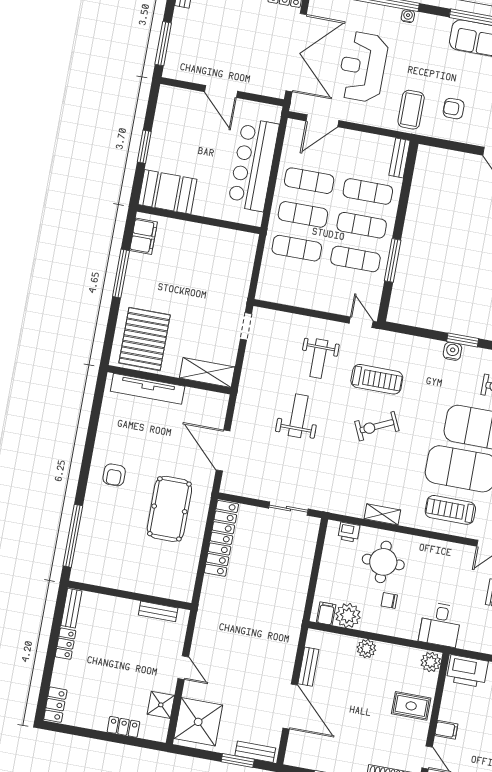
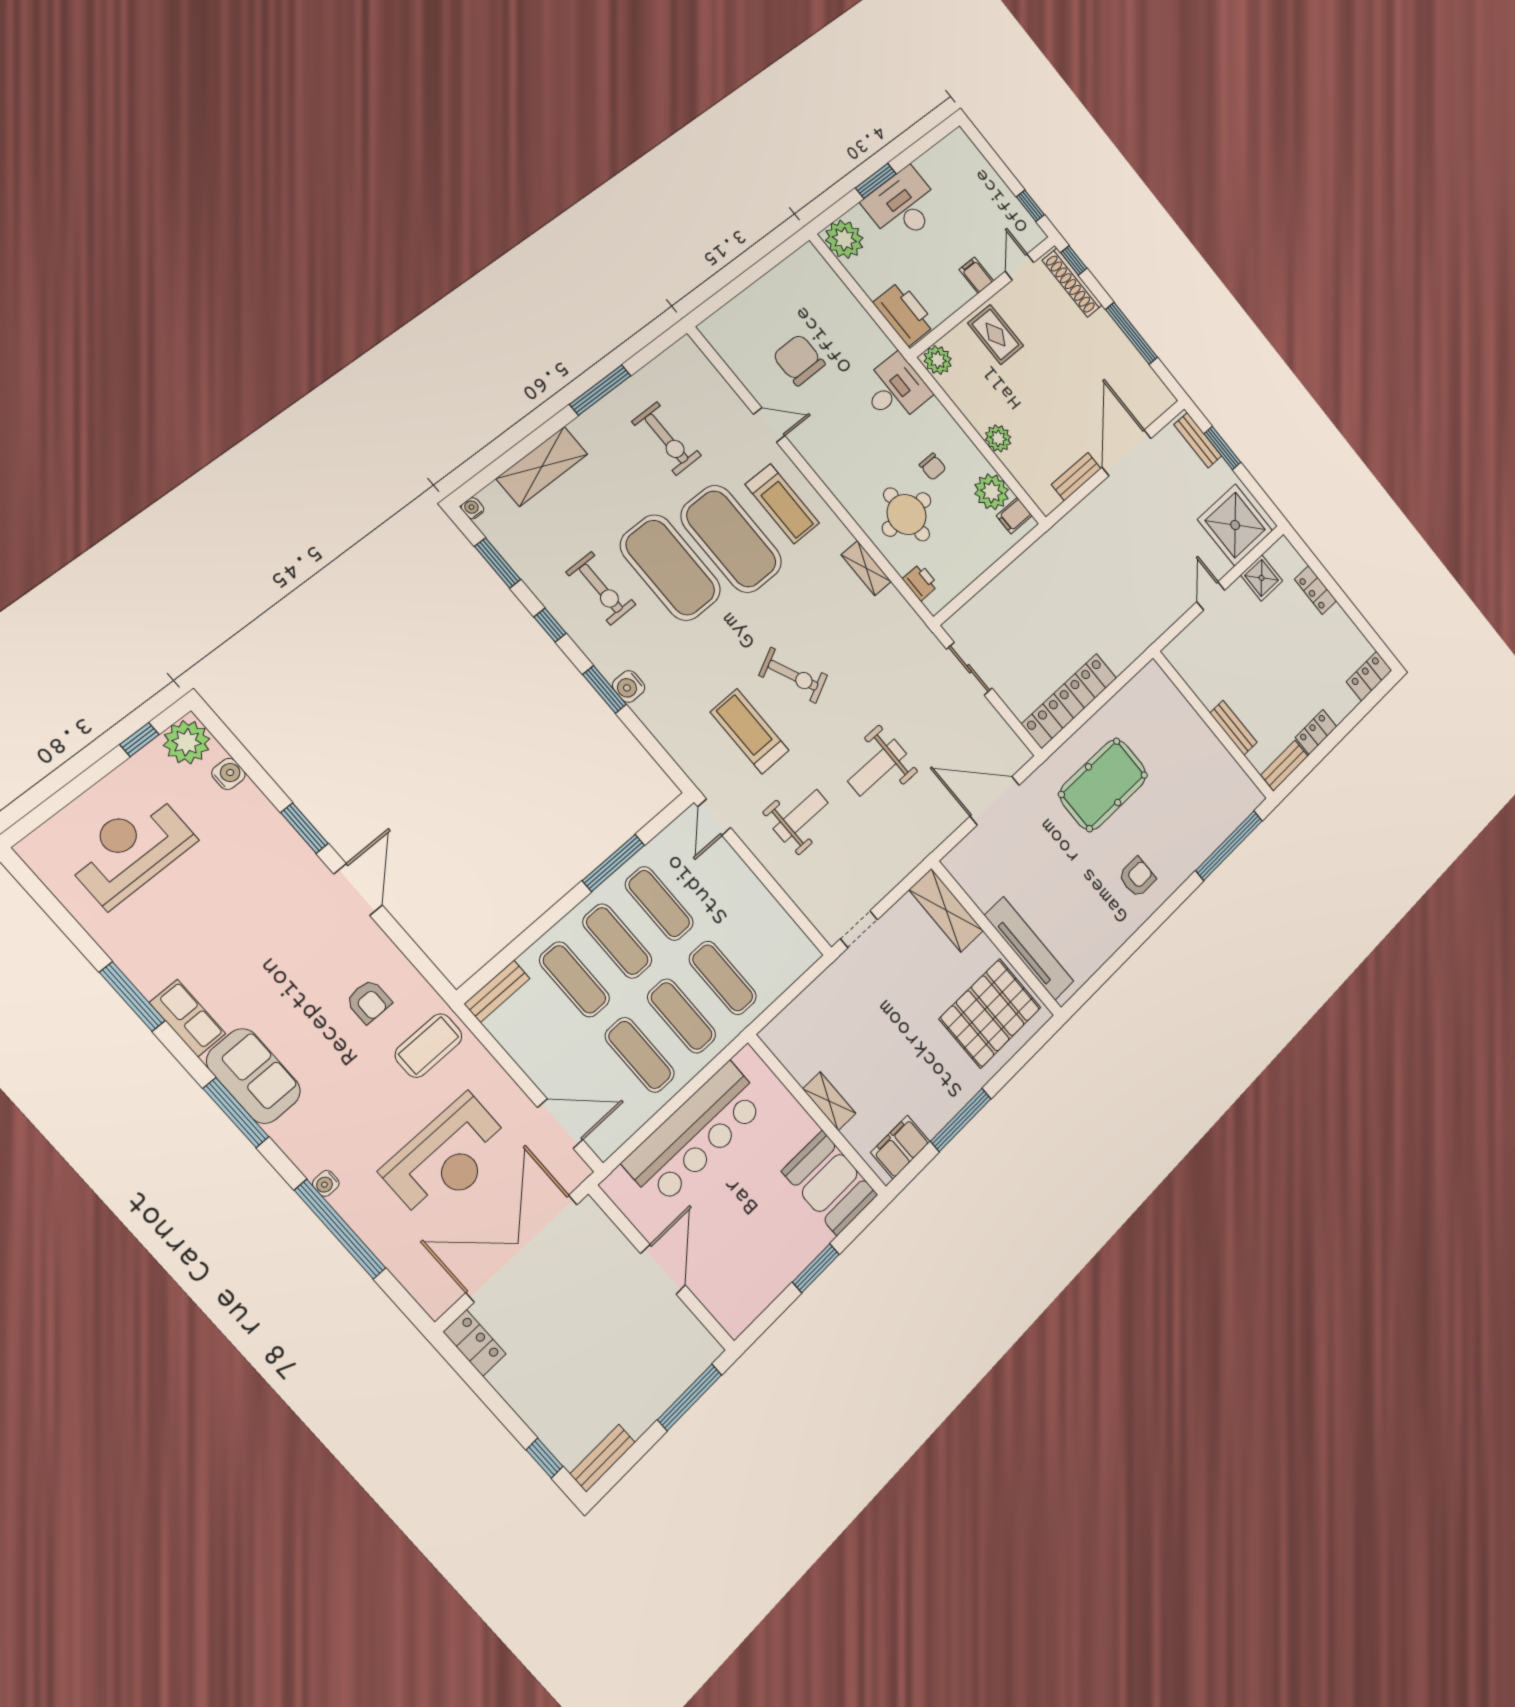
shelving: (197, 231) -> (829, 1101), added
door: (223, 450) -> (995, 801), swing flipped
bench: (158, 611) -> (1233, 728), moved

